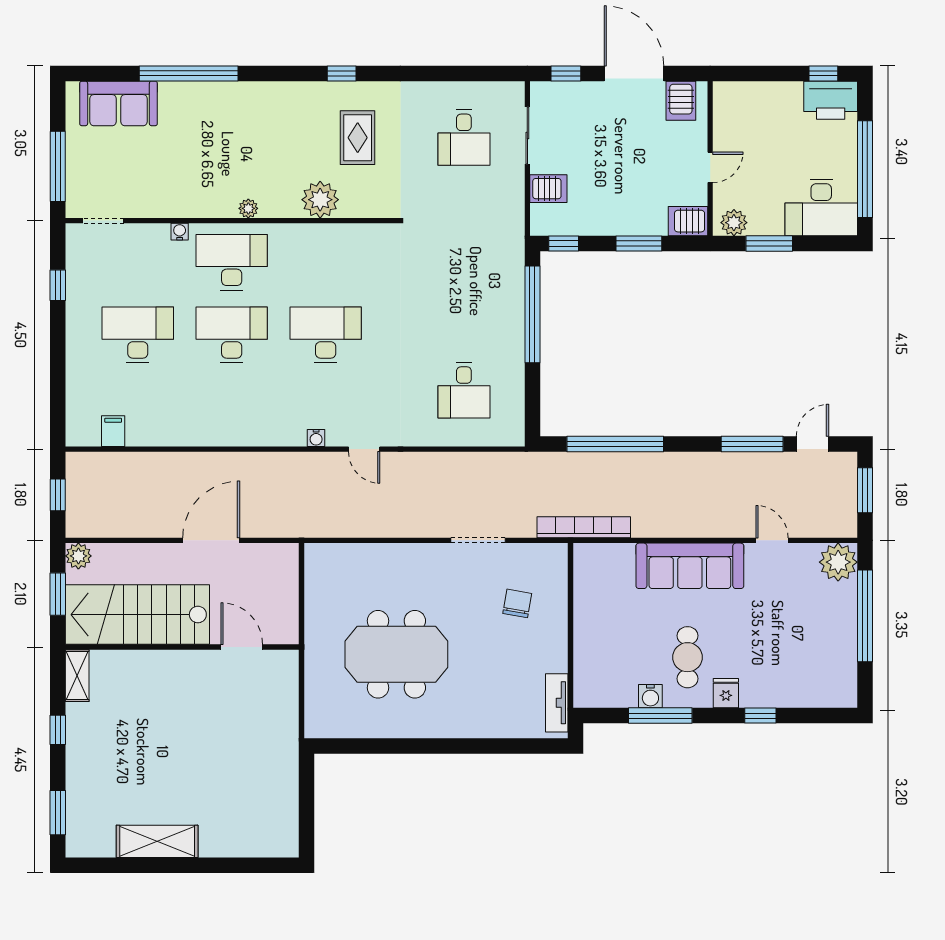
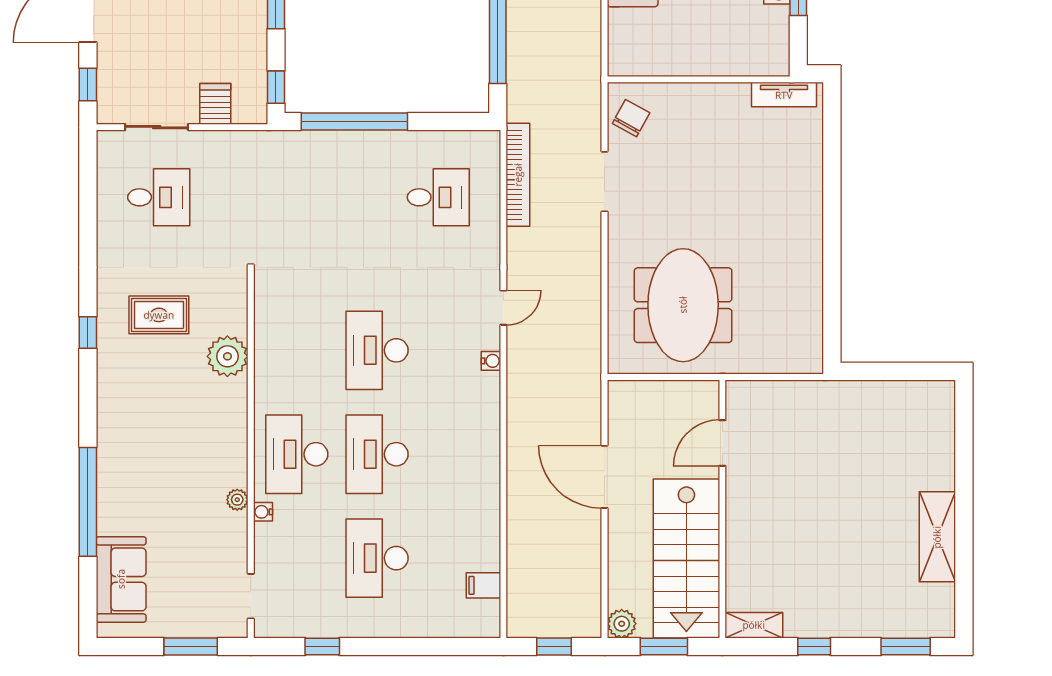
window: (58, 166) -> (191, 647), width x0.69
plant: (248, 208) -> (237, 500), moved
bookcase: (584, 527) -> (518, 175), moved, turned 180
chair: (517, 603) -> (631, 118), moved, turned 109
meeting table: (396, 654) -> (683, 305), moved

